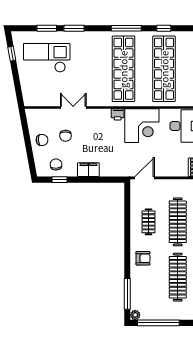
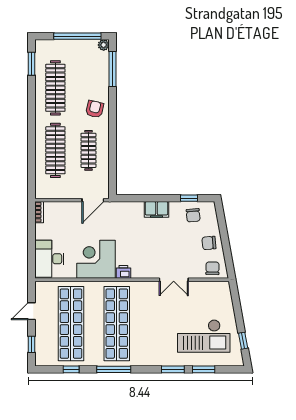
chair: (66, 136) -> (212, 268), moved
clothes rail: (149, 222) -> (88, 150), width x1.36
armchair: (143, 258) -> (95, 109), turned 103

